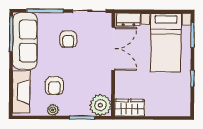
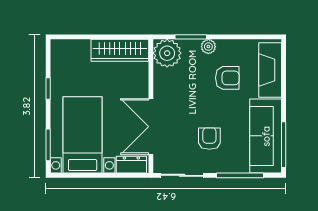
armchair: (54, 86) -> (227, 78), turned 90
wardrobe: (129, 108) -> (120, 50), width x1.50
plant: (53, 110) -> (208, 47), moved

